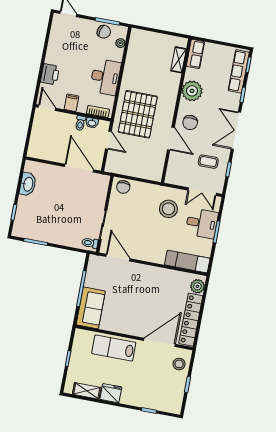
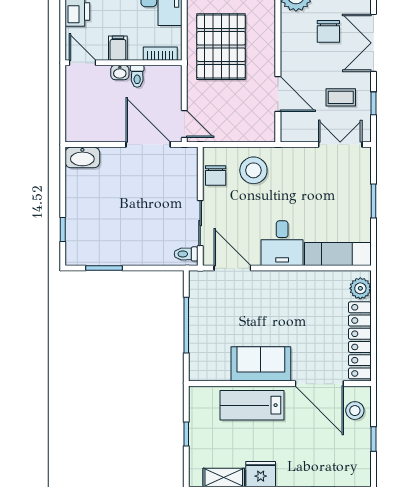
washbasin: (92, 123) -> (120, 72), moved
chair: (190, 123) -> (328, 31), moved
door: (171, 139) -> (278, 94), moved
door: (108, 140) -> (184, 124), moved
washbasin: (28, 184) -> (82, 157), moved, turned 90
chair: (123, 187) -> (216, 176), moved
double door: (202, 192) -> (340, 144), swing flipped
stool: (168, 209) -> (253, 170), moved
desk: (202, 223) -> (282, 243), moved, turned 90
sofa: (91, 308) -> (261, 364), moved, turned -90
door: (160, 342) -> (319, 384), swing flipped

